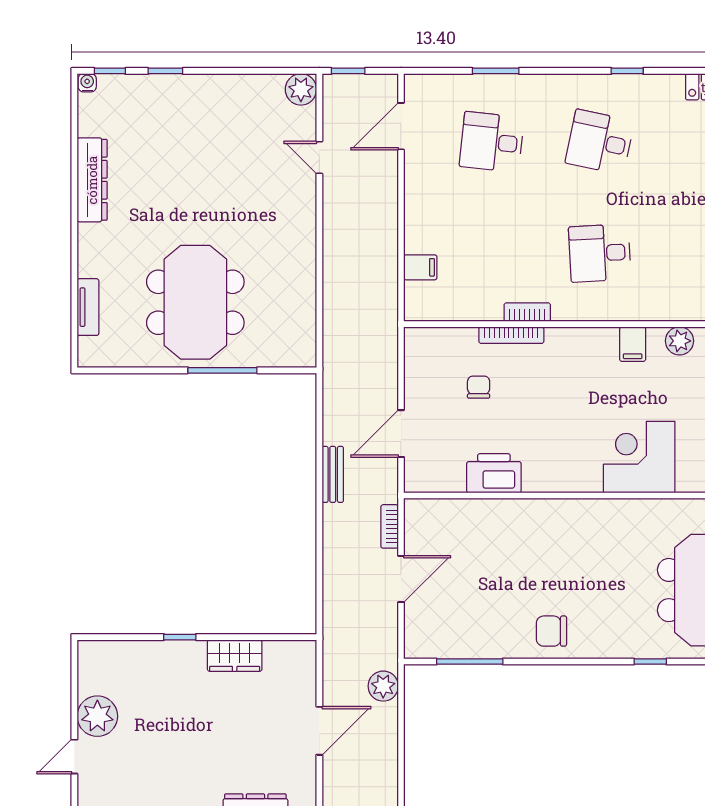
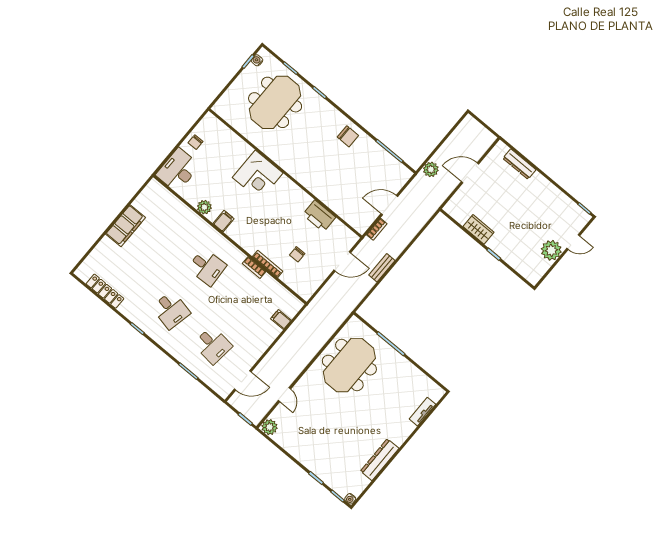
meeting table: (195, 302) -> (349, 365), moved

